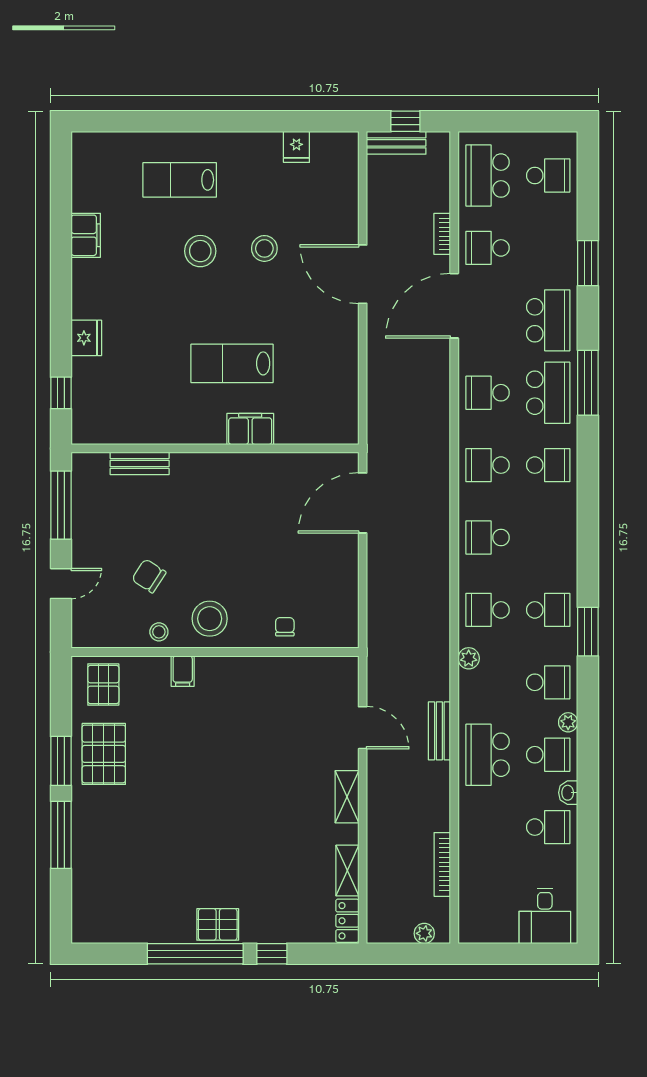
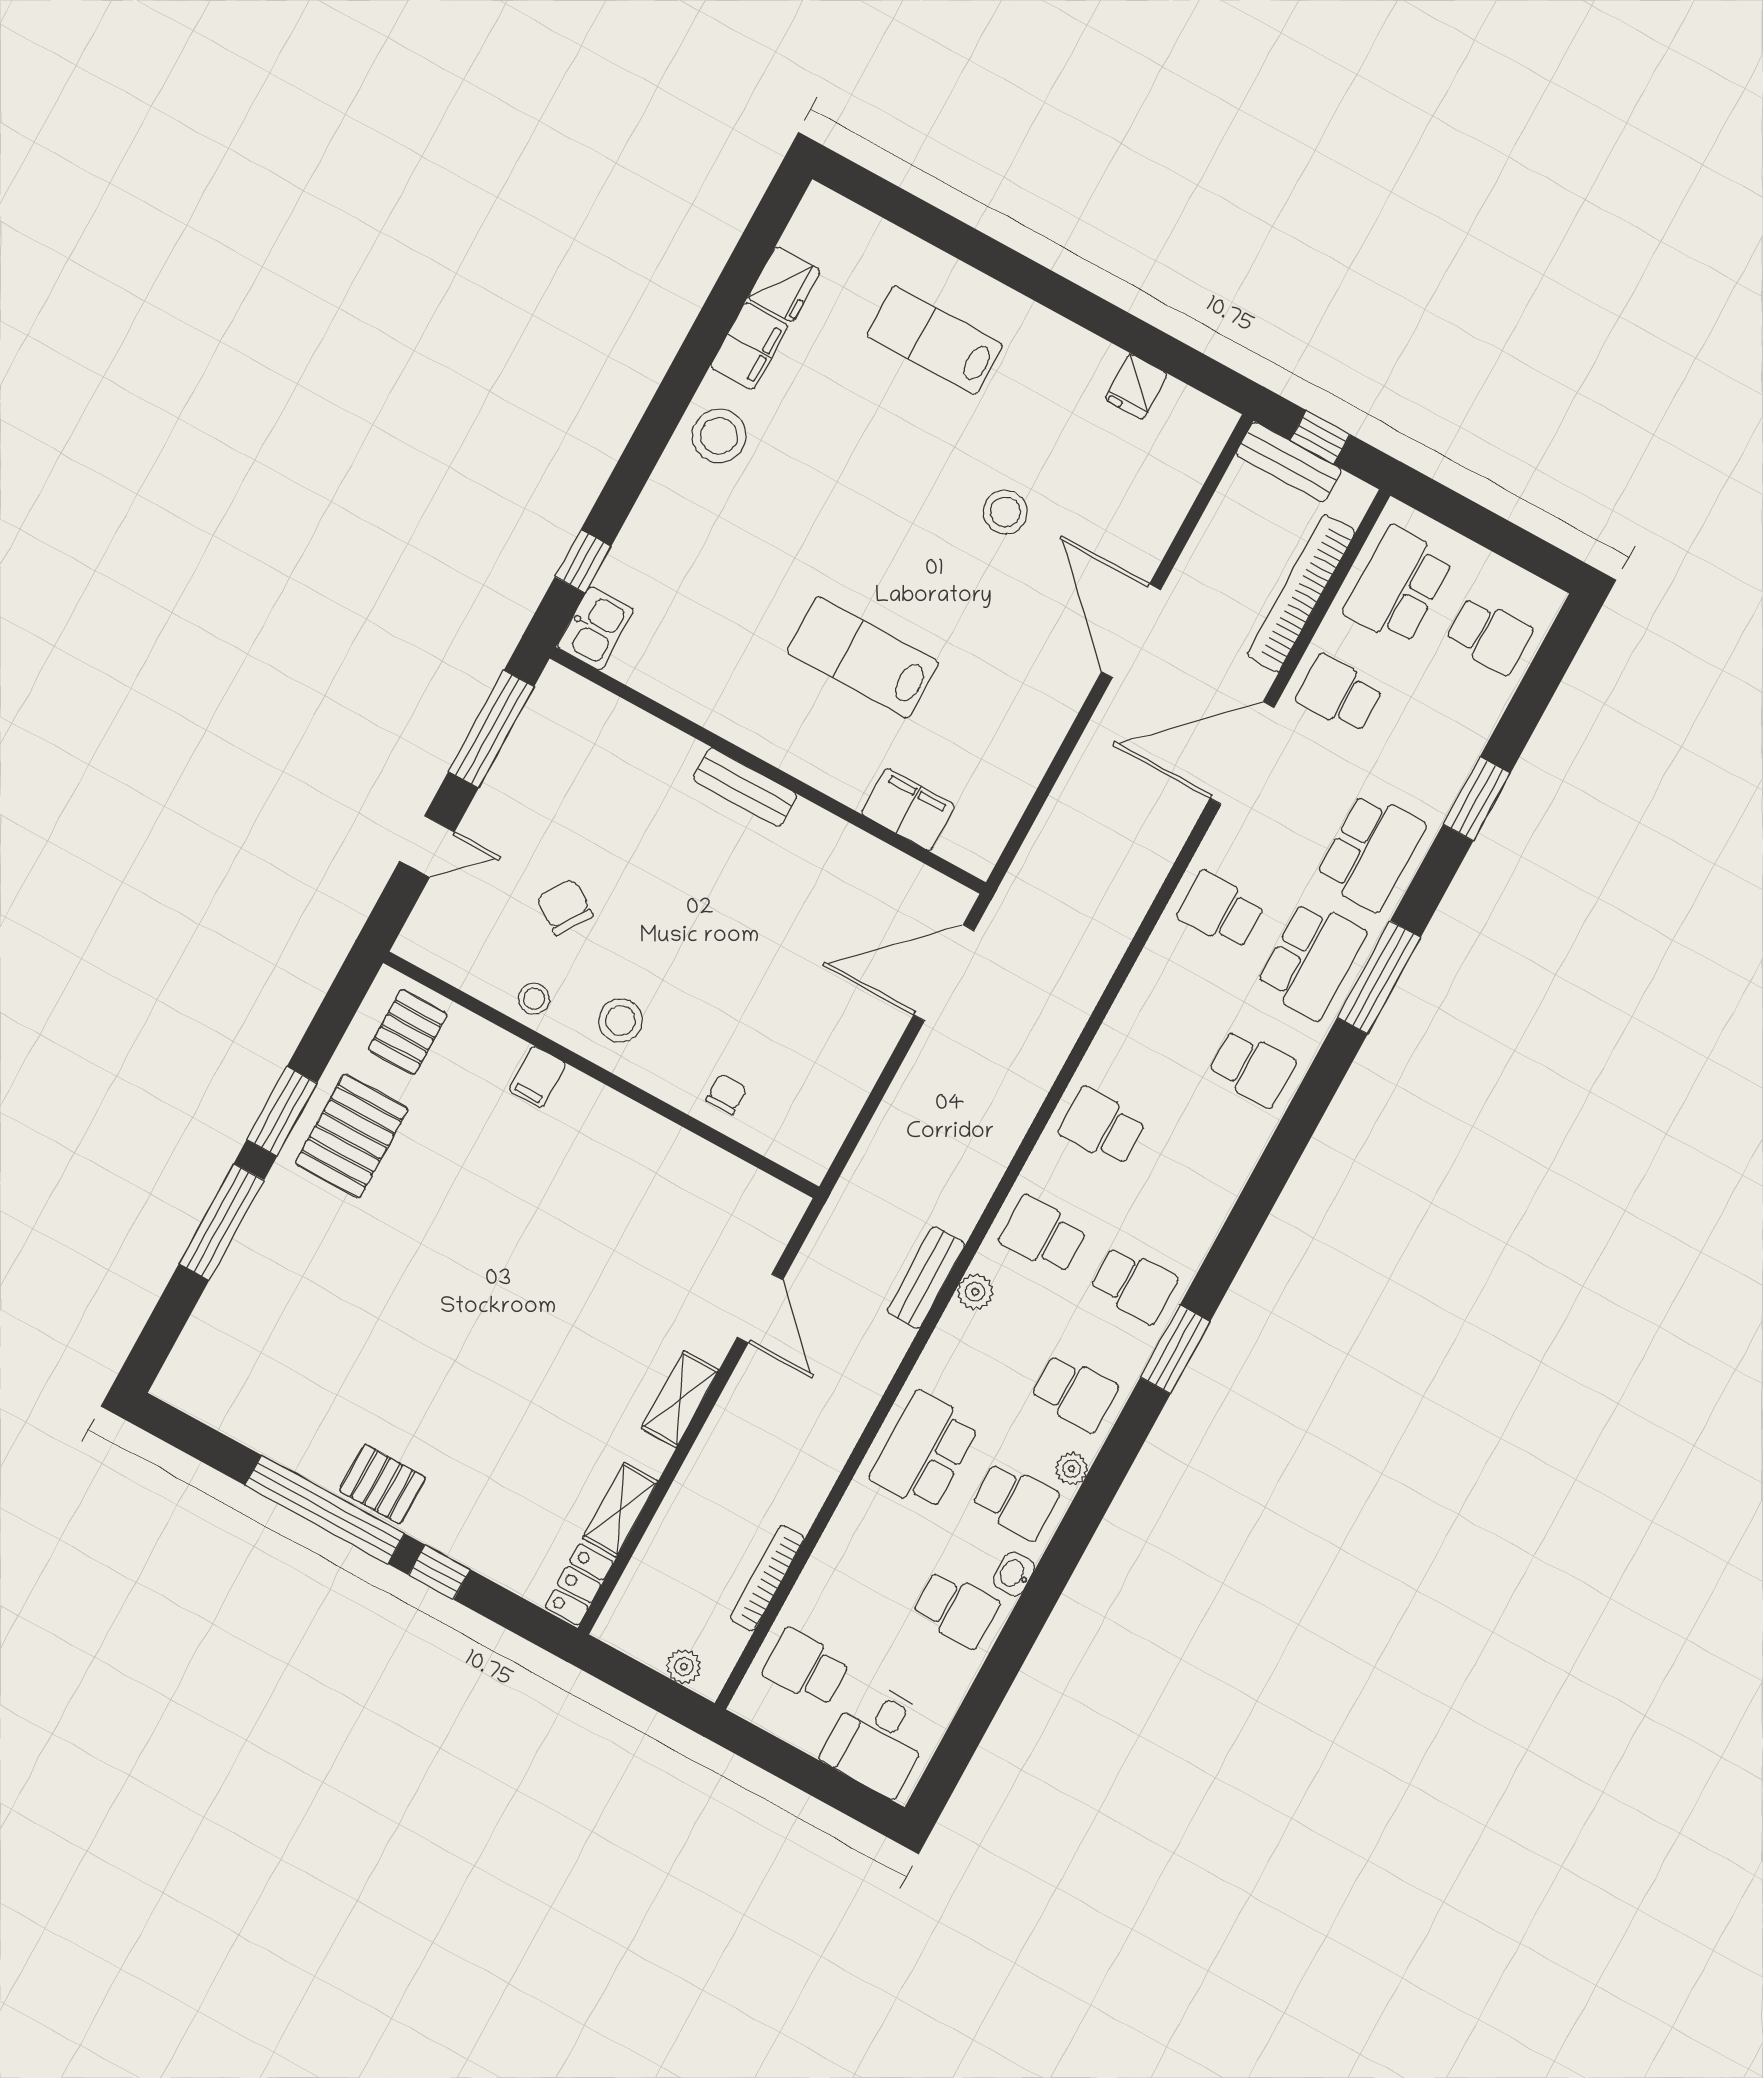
bookcase: (442, 234) -> (1301, 593), width x2.31, depth x1.31
stool: (200, 251) -> (719, 436), moved
fridge: (86, 338) -> (784, 284), moved
kitchen sink: (86, 424) -> (595, 628), added
filing cabinet: (250, 429) -> (908, 810), moved
bench: (140, 463) -> (745, 787), moved
school desk: (488, 465) -> (806, 1668), moved
stool: (210, 619) -> (621, 1021), width x0.73, depth x0.73
bench: (439, 731) -> (926, 1277), moved

